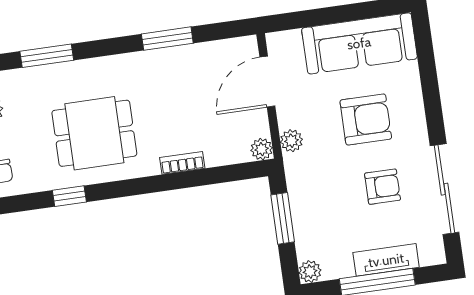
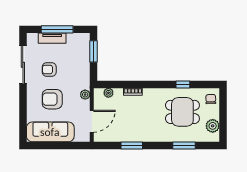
dining table: (94, 133) -> (182, 112), moved
plant: (262, 149) -> (108, 93), moved
window: (283, 218) -> (94, 51), moved
plant: (310, 272) -> (85, 38), removed

